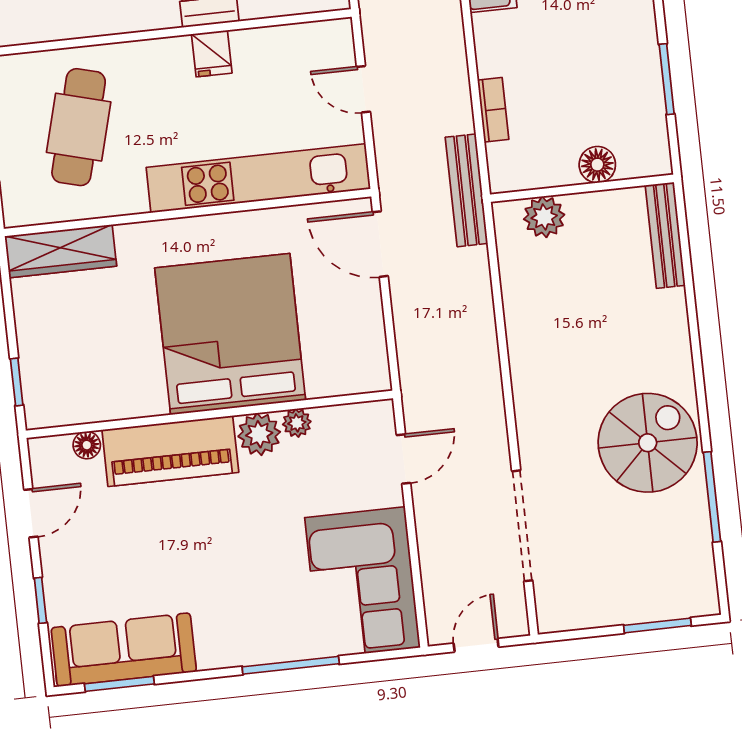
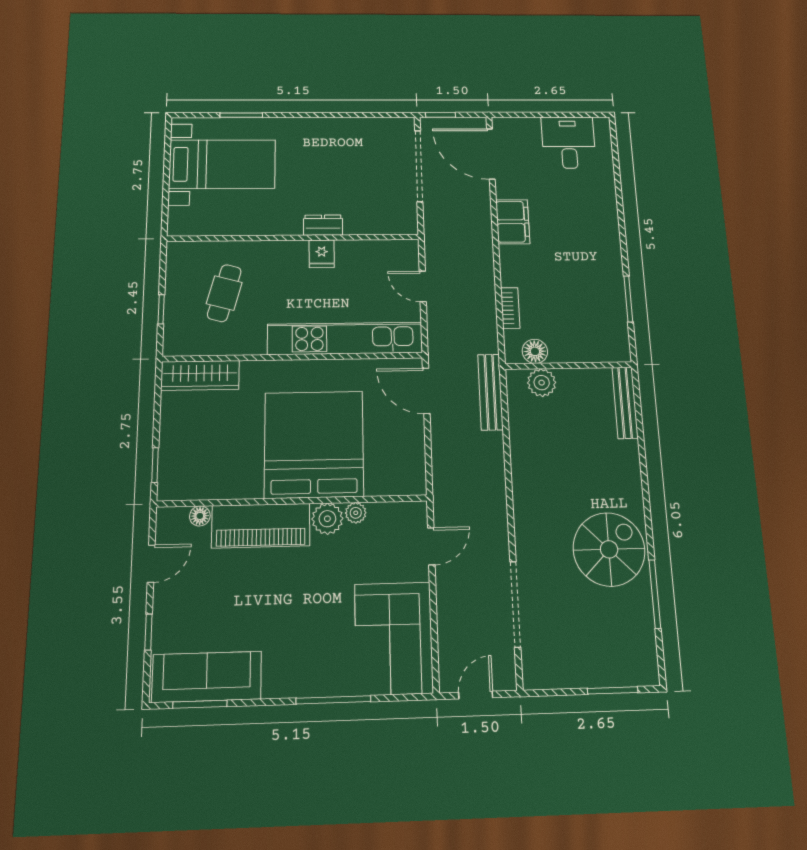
cafe table: (79, 127) -> (224, 293), width x0.73, depth x0.74
floor lamp: (597, 165) -> (535, 351), moved
bench: (467, 190) -> (490, 392), moved

